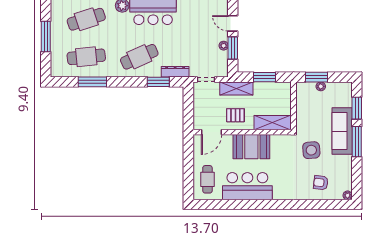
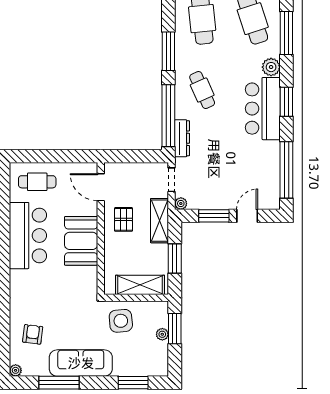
plant: (224, 46) -> (181, 204), moved
cafe table: (139, 57) -> (202, 90), width x0.73, depth x0.74
window: (92, 82) -> (168, 51), moved
window: (158, 82) -> (168, 116), width x2.11
shelving: (272, 123) -> (140, 285), moved, turned 90
sofa: (342, 131) -> (81, 363), moved
window: (357, 142) -> (59, 383), moved
side table: (311, 150) -> (121, 321), moved

